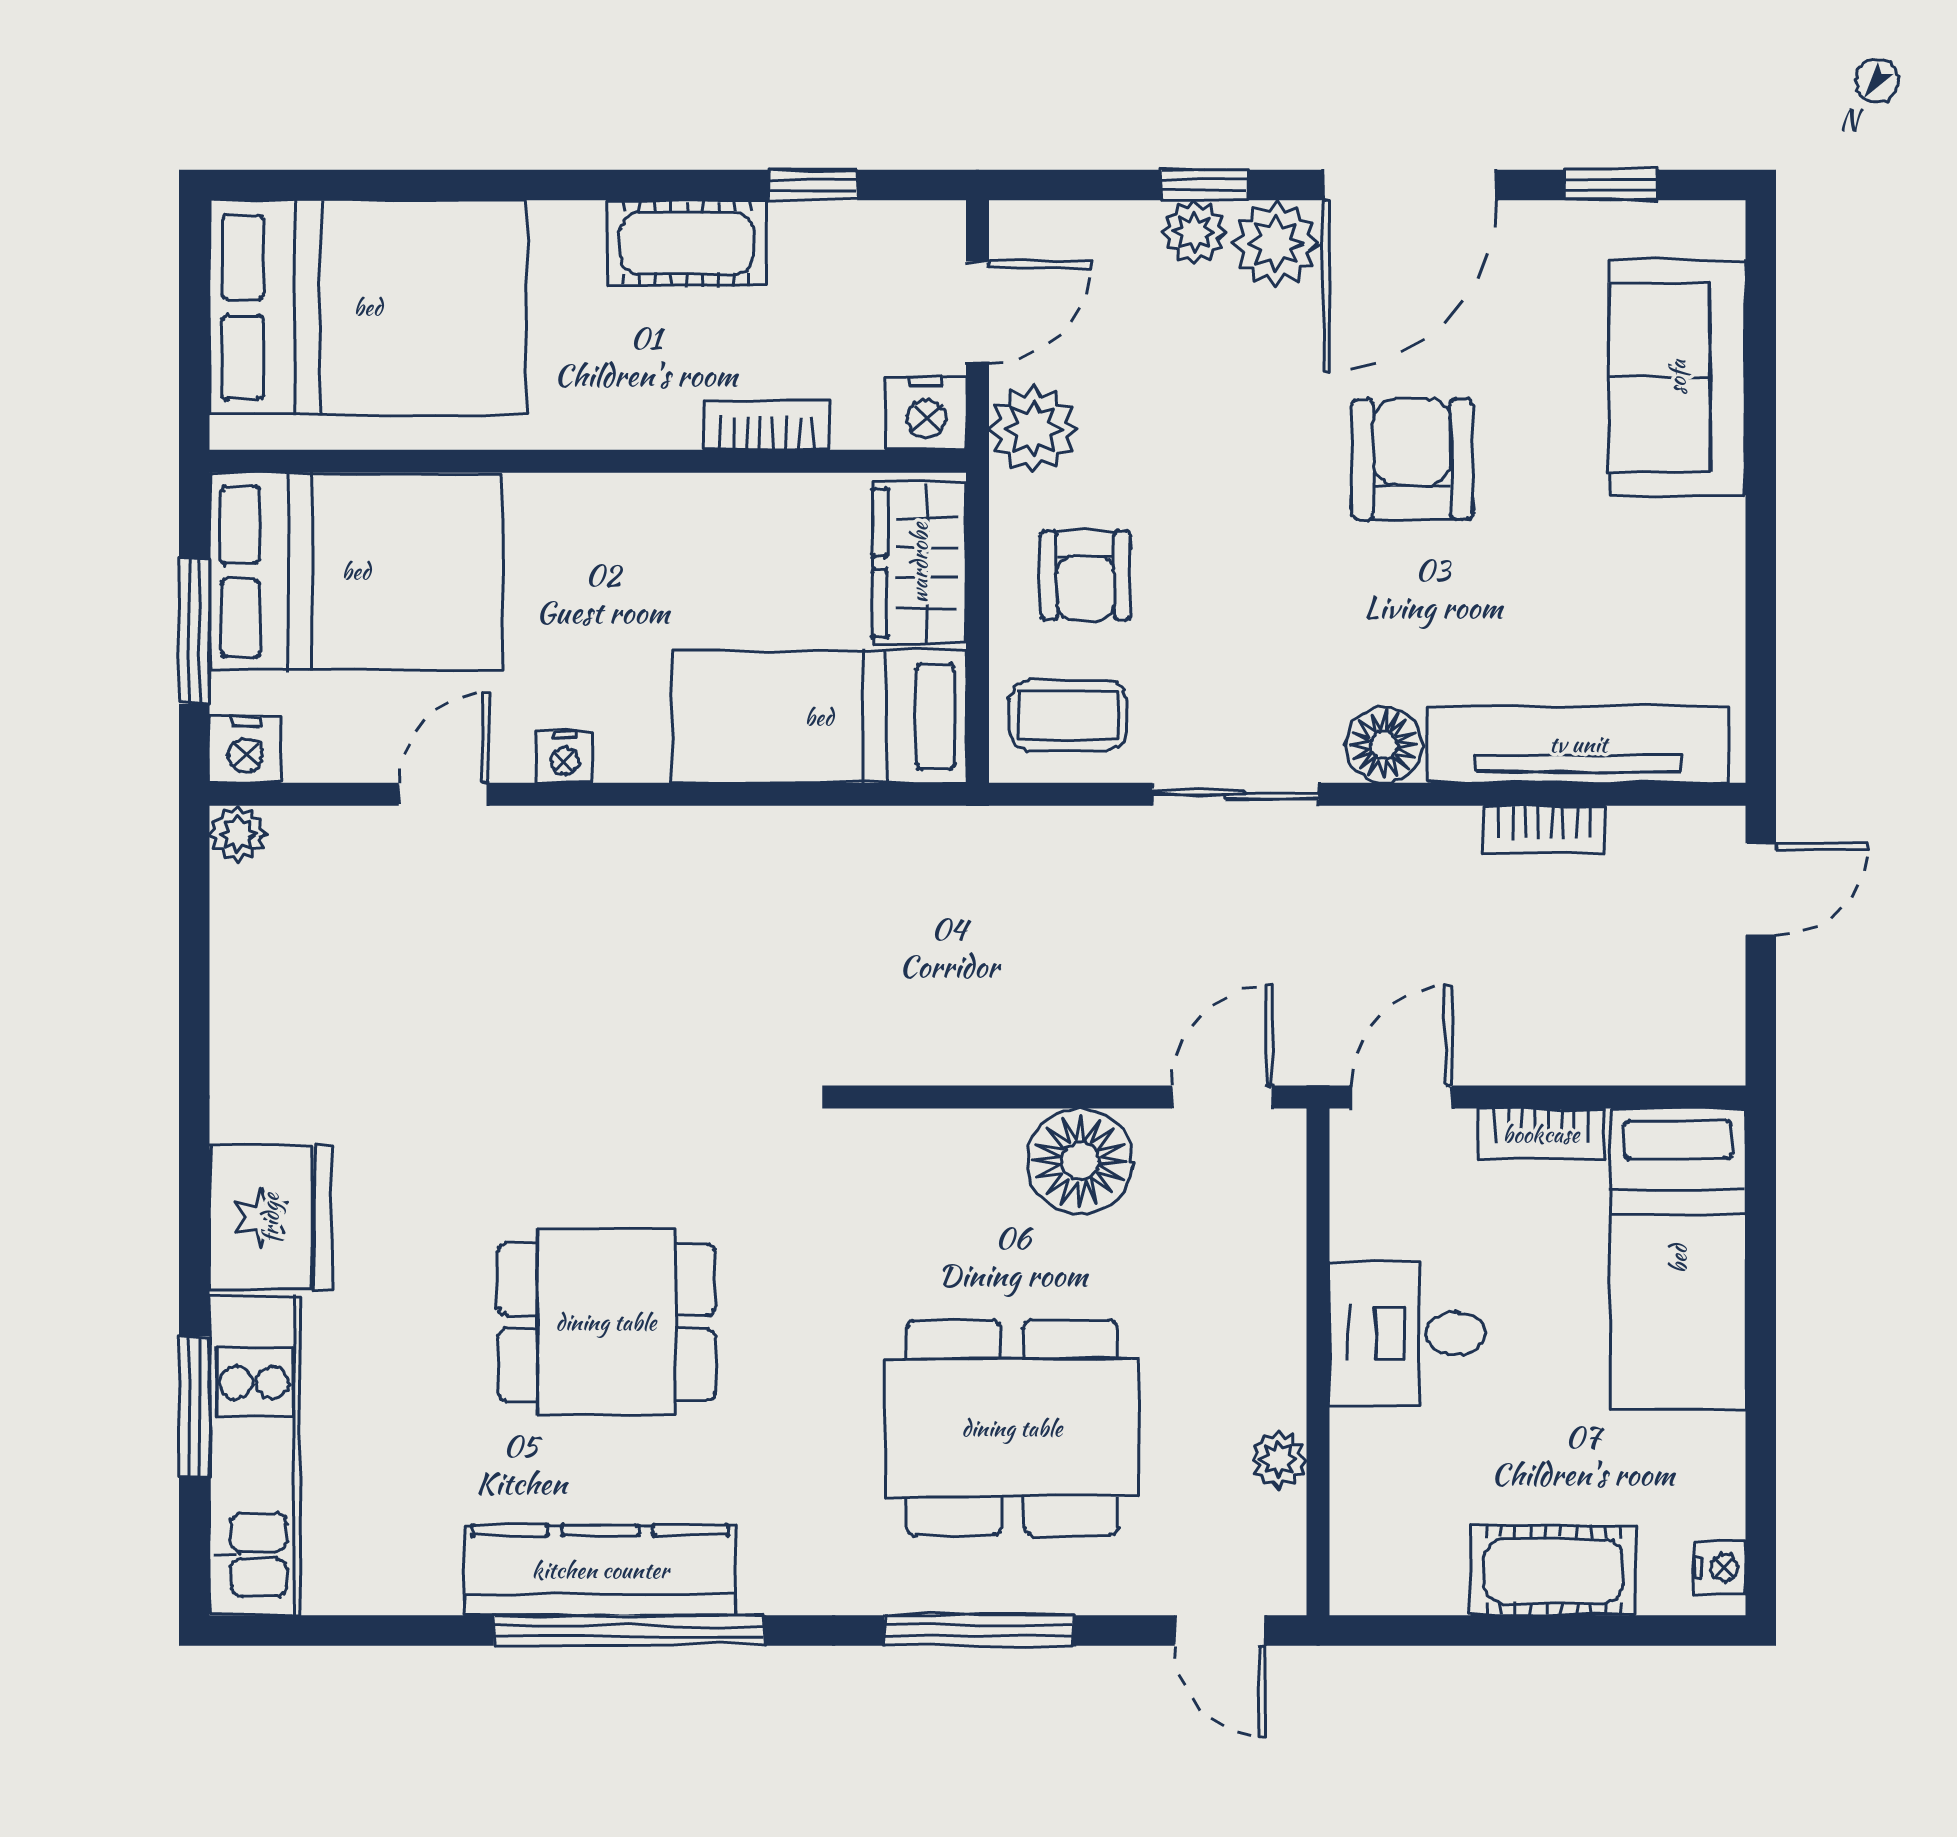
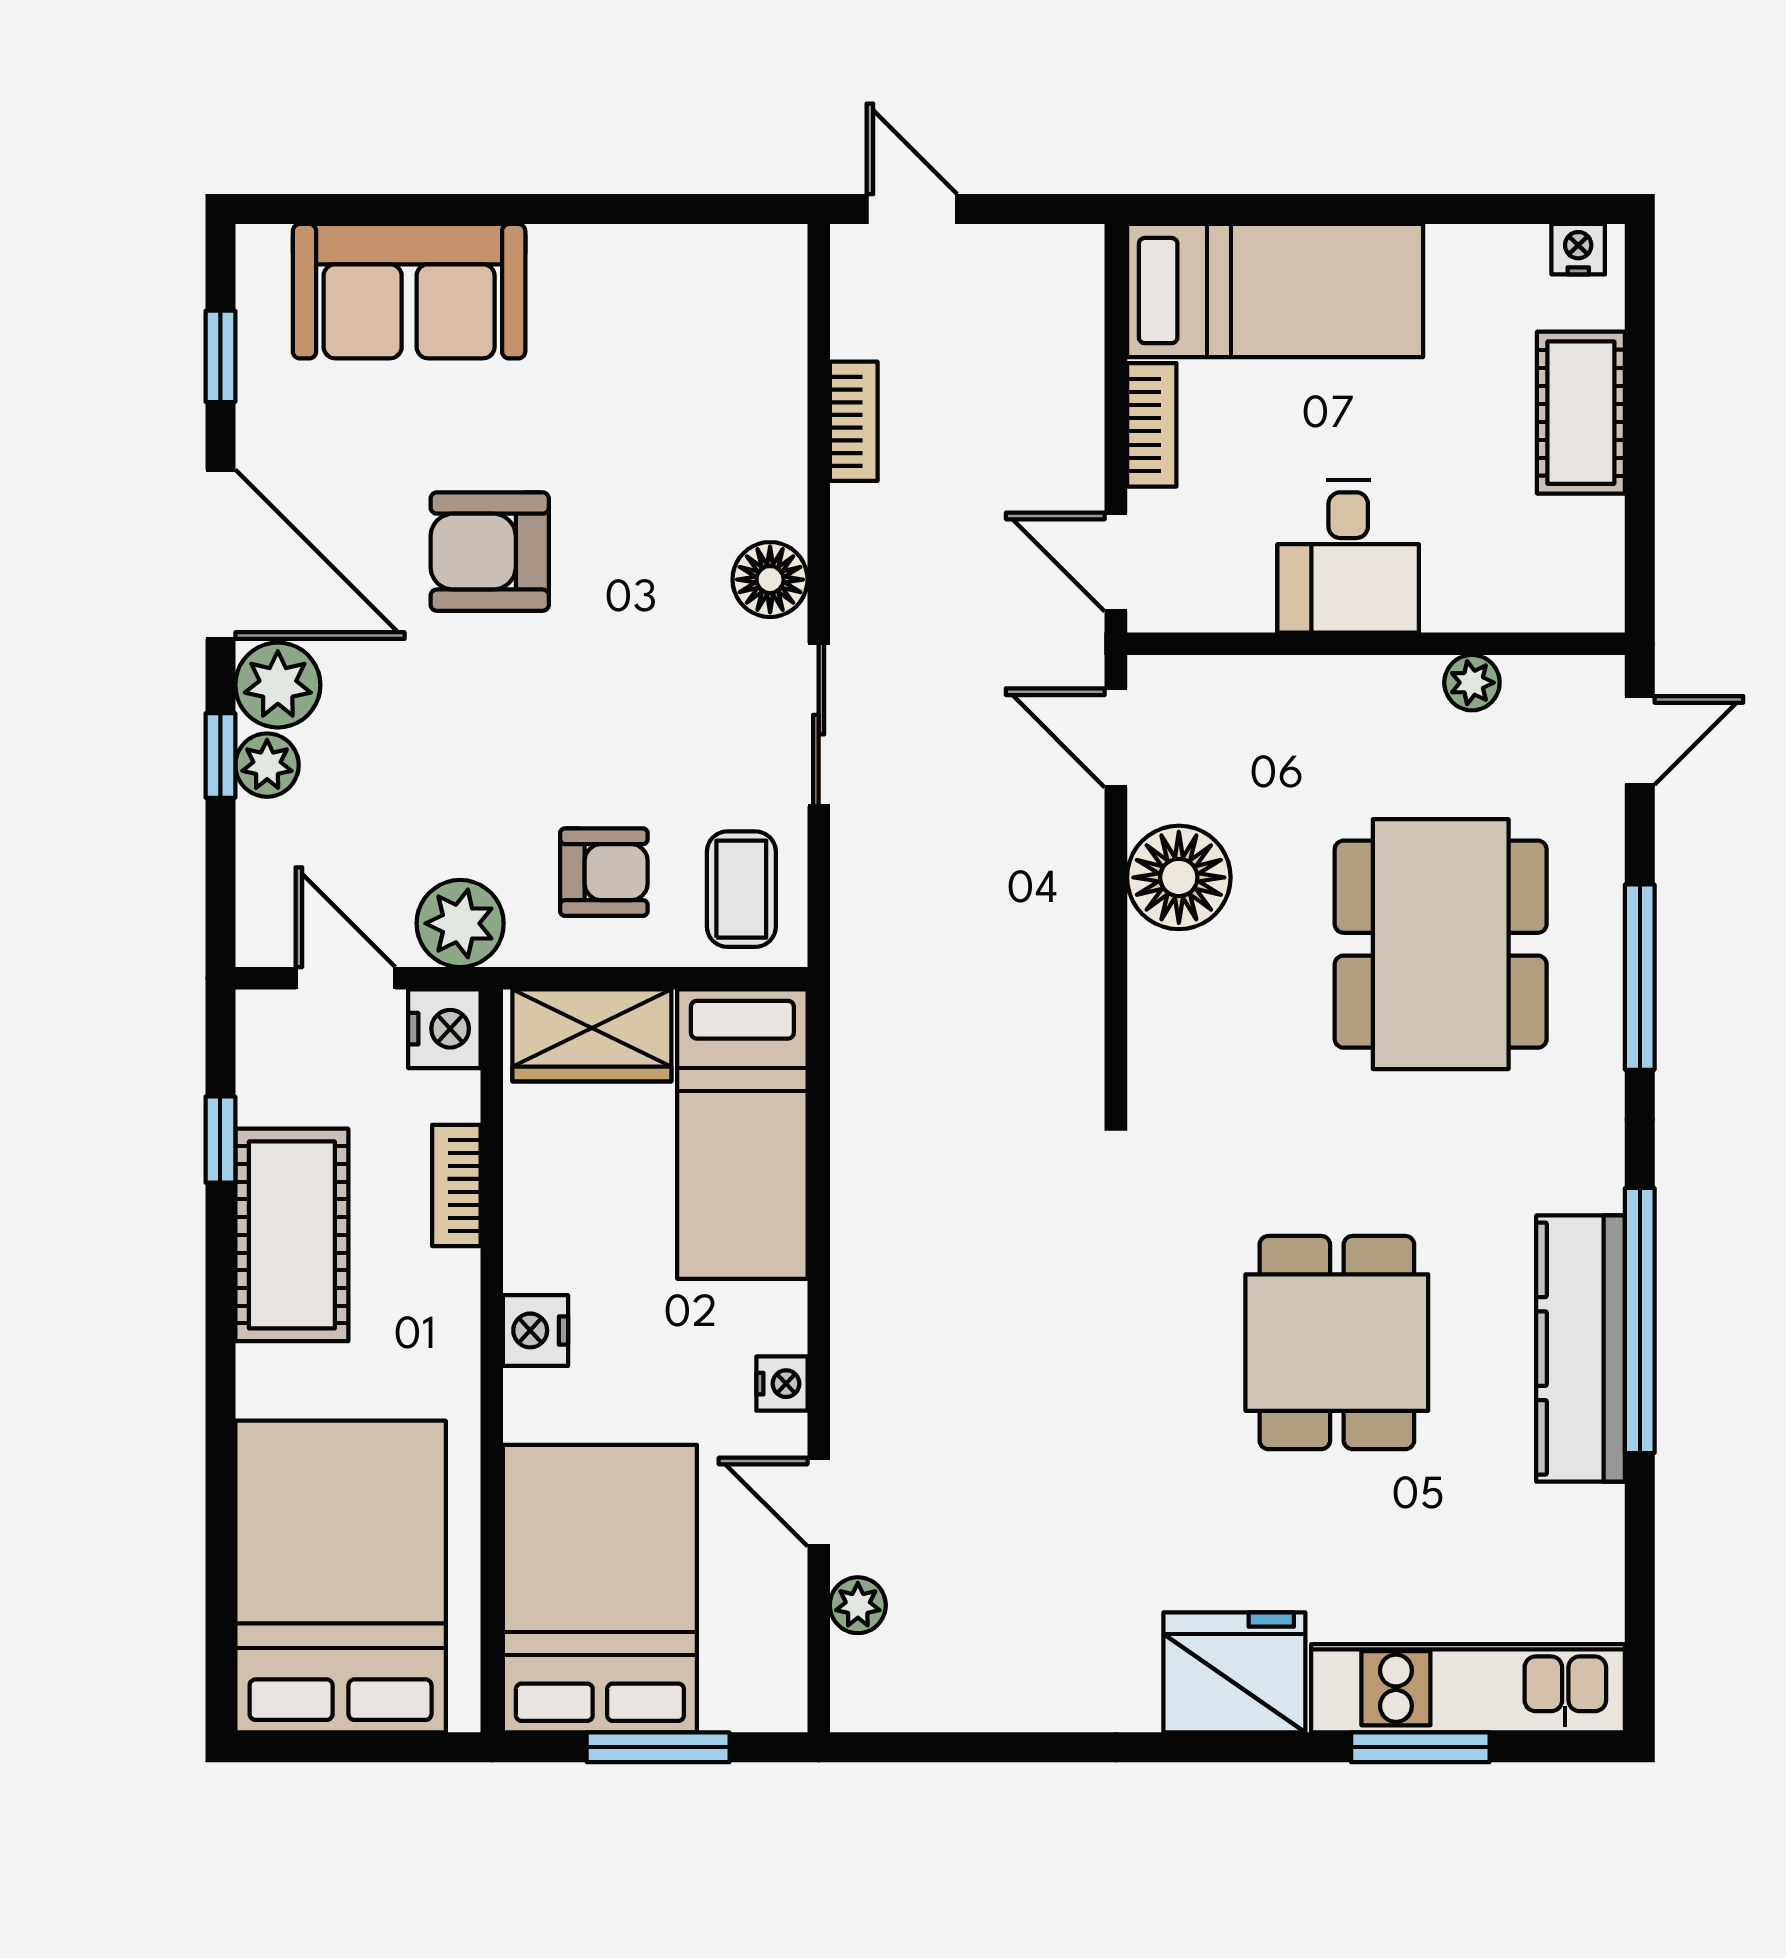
cot: (687, 243) -> (292, 1235), width x1.37, depth x1.34
tv unit: (1578, 744) -> (770, 388), removed
nightstand: (245, 750) -> (535, 1330), moved, turned 180
plant: (238, 834) -> (858, 1605), moved

